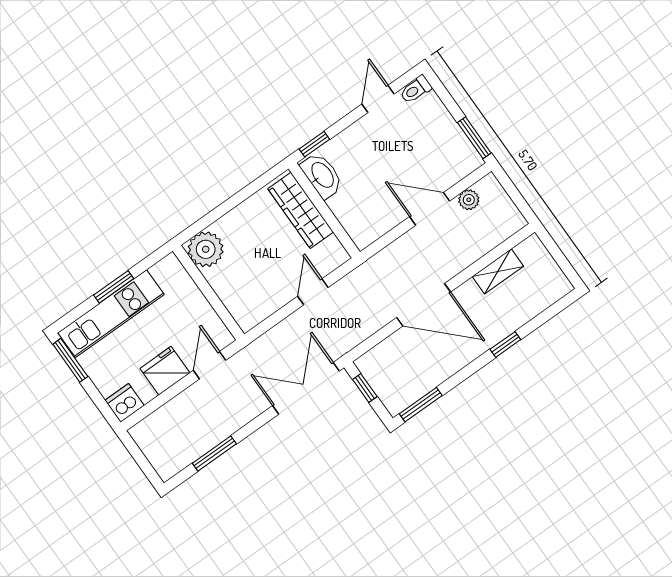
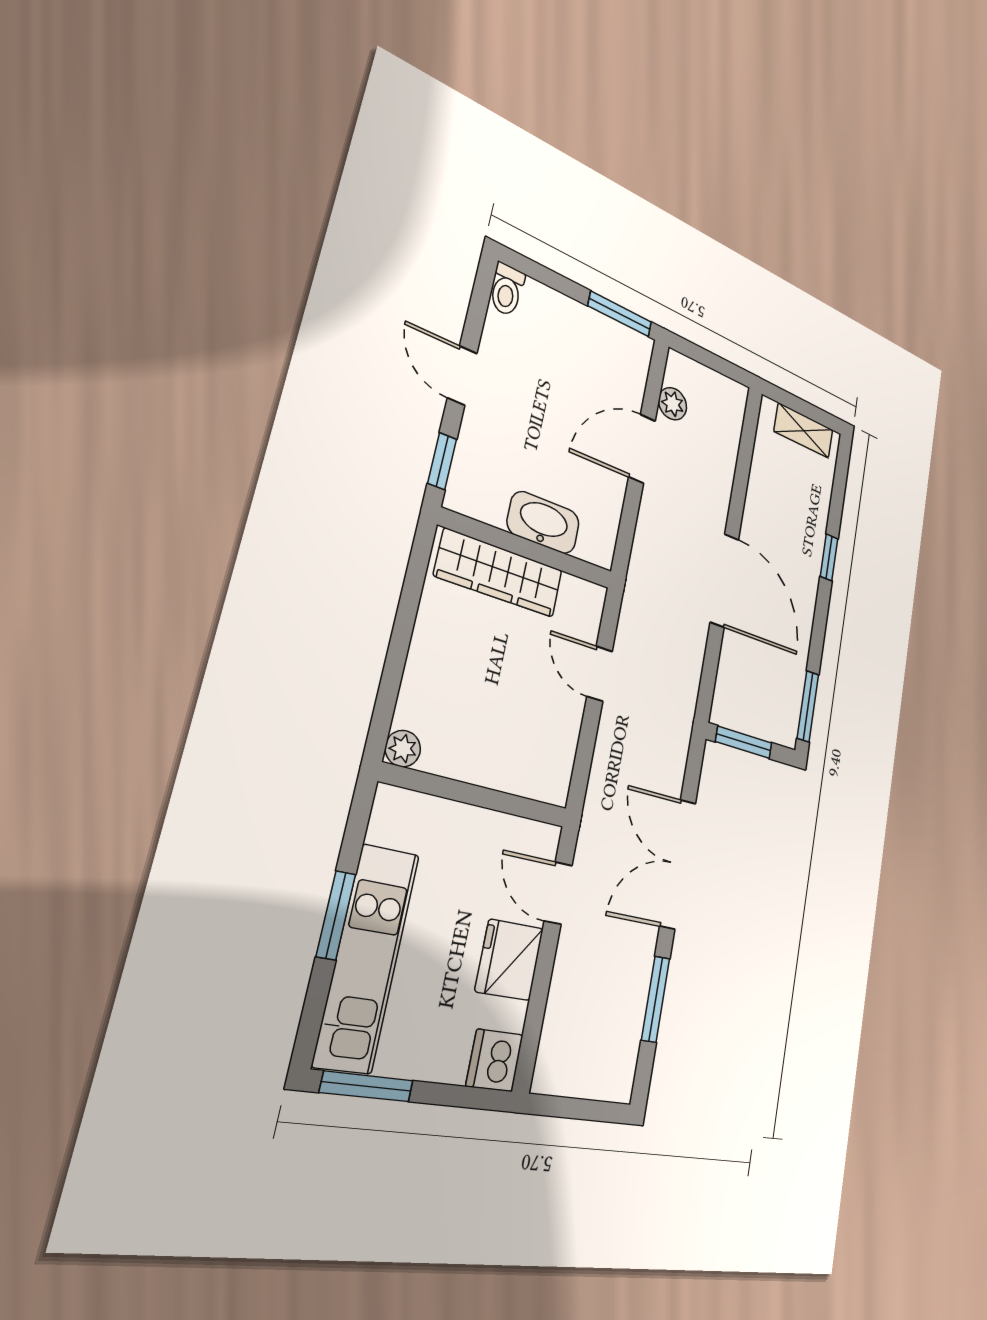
door: (378, 99) -> (462, 375), moved
washbasin: (322, 175) -> (543, 523), moved
plant: (206, 249) -> (403, 749), width x0.53, depth x0.53
shelving: (498, 271) -> (804, 431), moved, turned 90
door: (424, 305) -> (724, 581), hinge flipped
double door: (306, 388) -> (678, 864), moved
window: (365, 388) -> (744, 742), width x1.50

